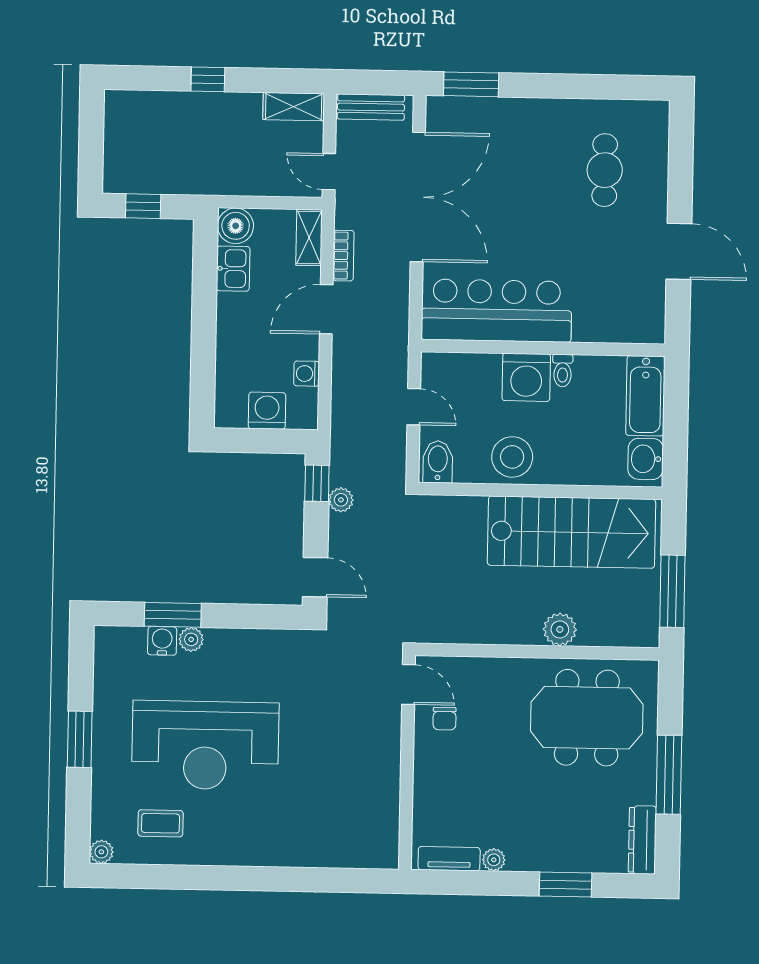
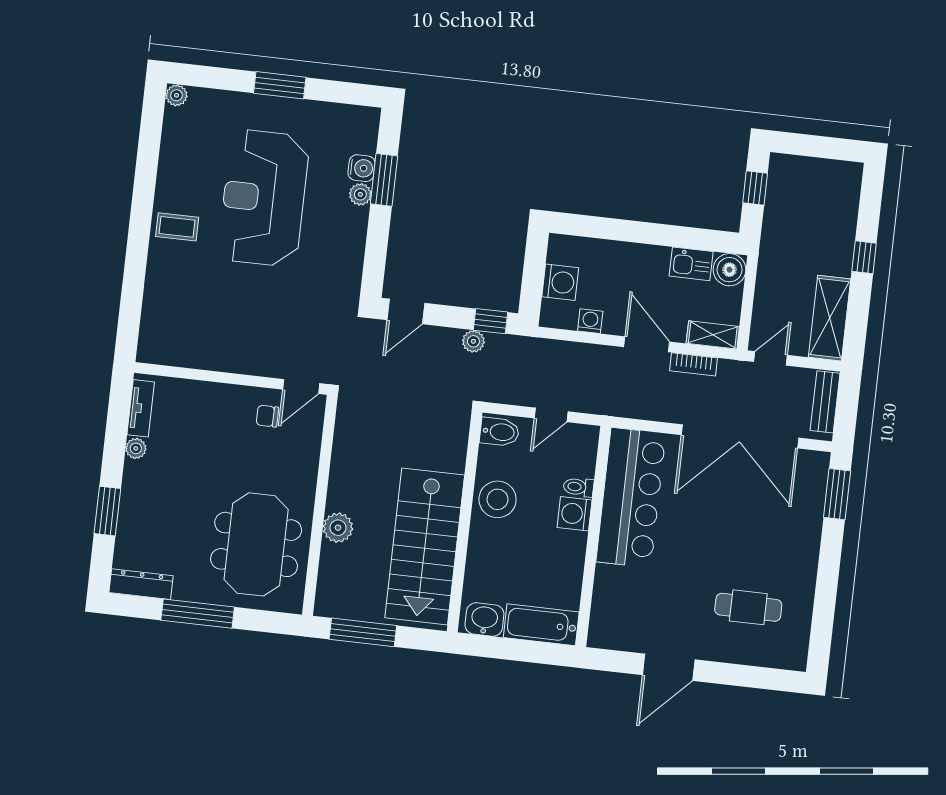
shelving: (294, 107) -> (830, 318), width x1.50, depth x1.33
toilet: (563, 371) -> (579, 487), moved
washing machine: (526, 377) -> (575, 514), width x0.73, depth x0.73
coffee table: (161, 823) -> (177, 227), moved, turned 90

